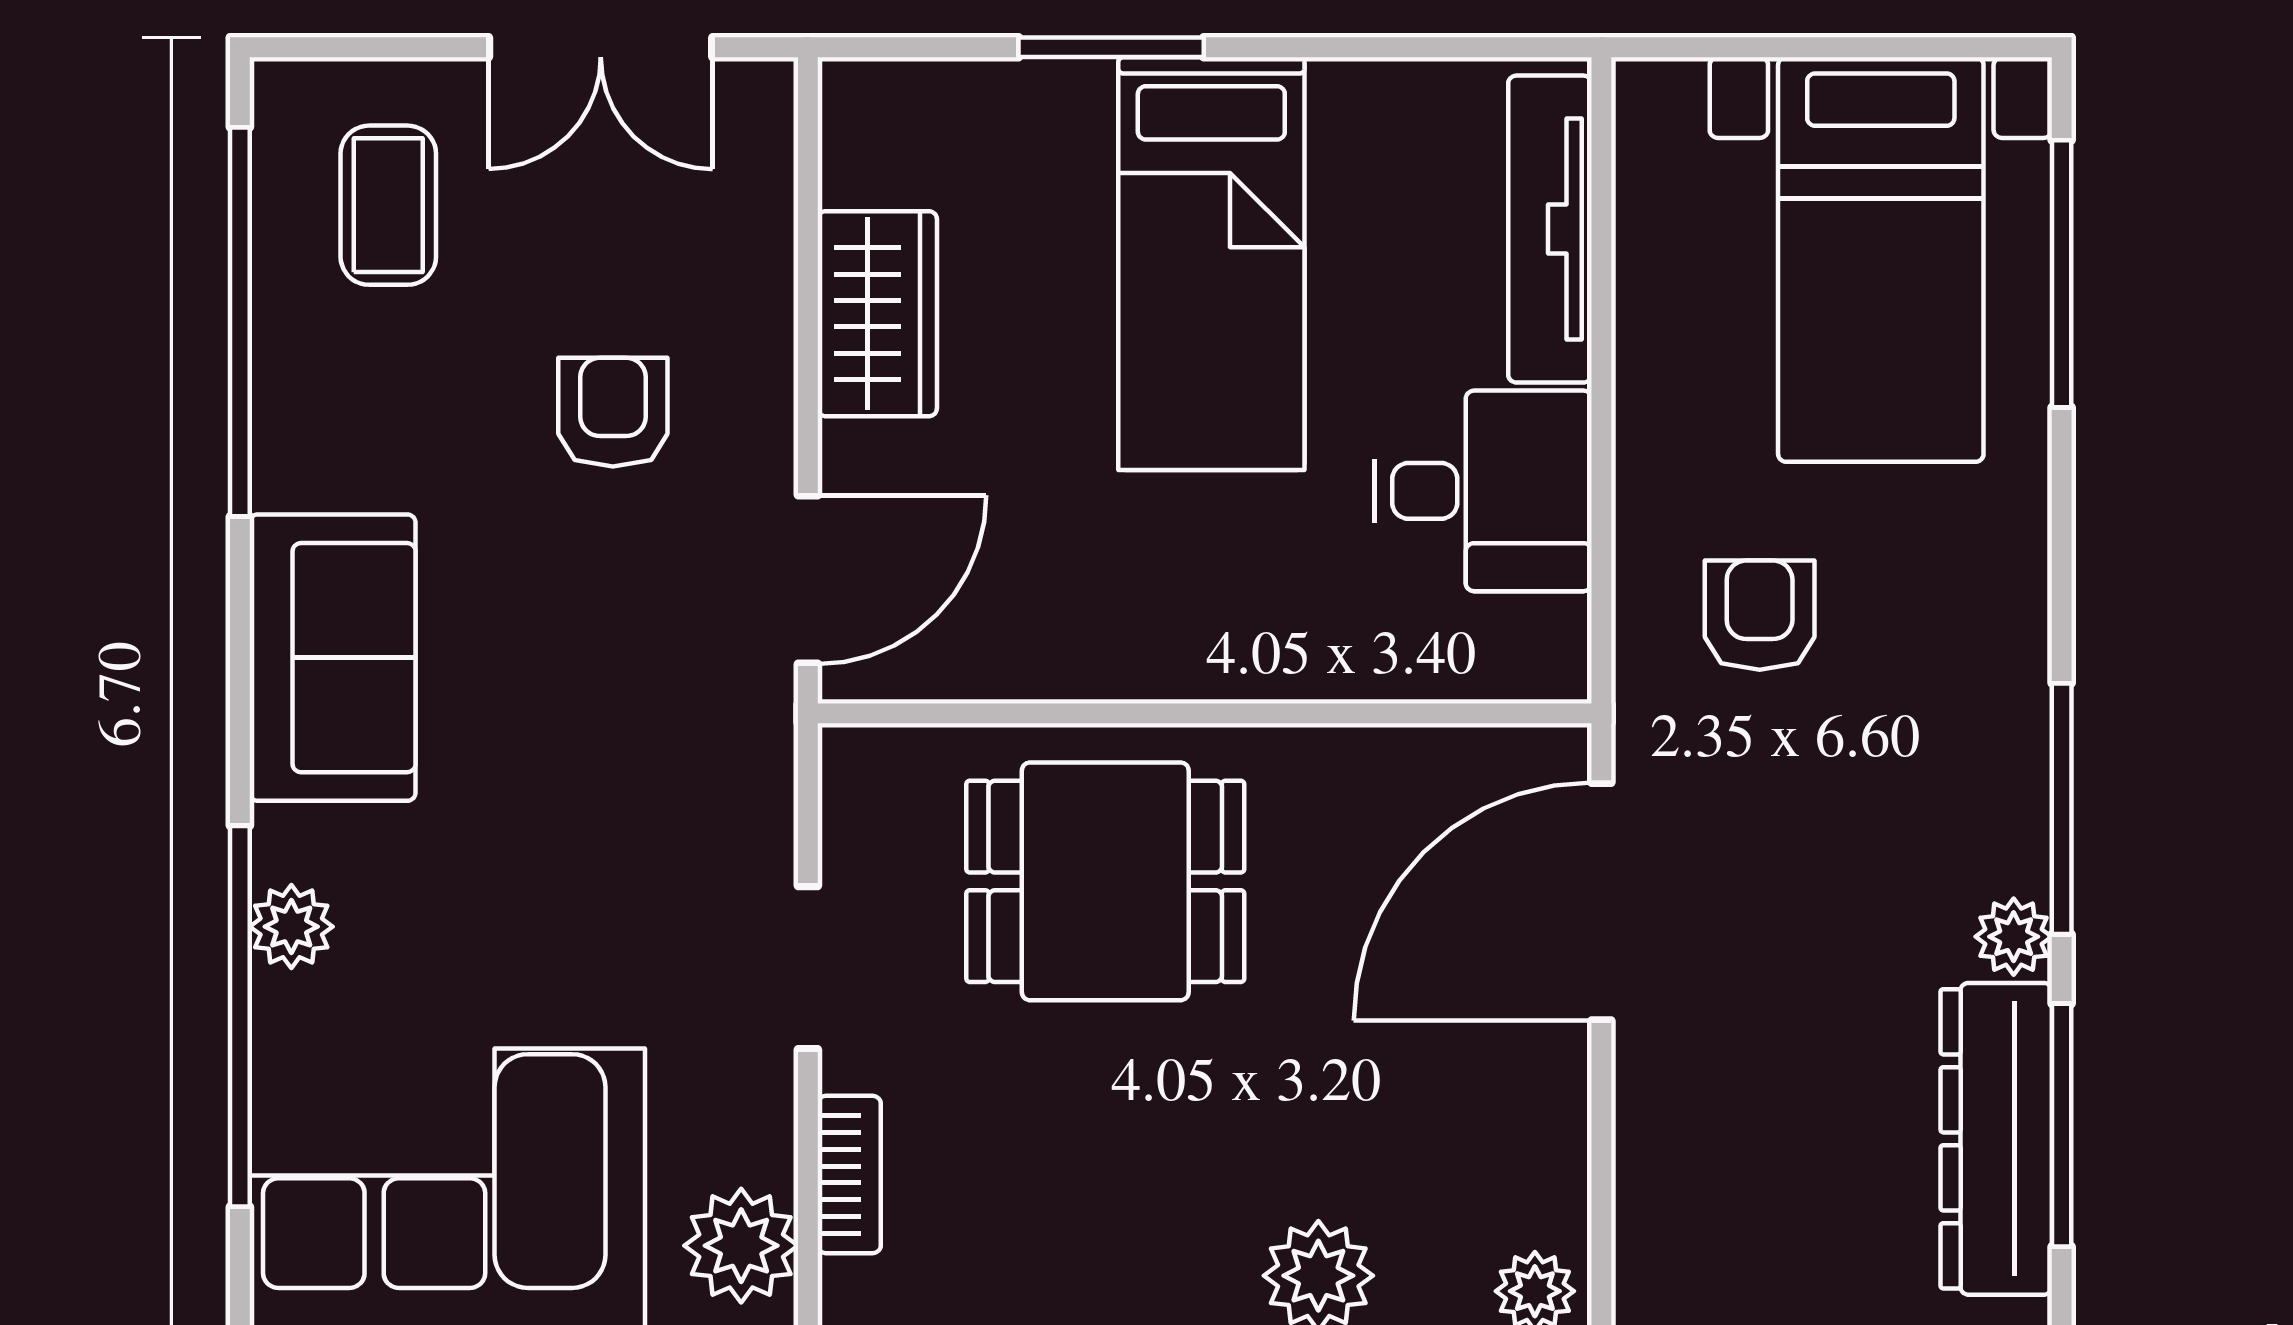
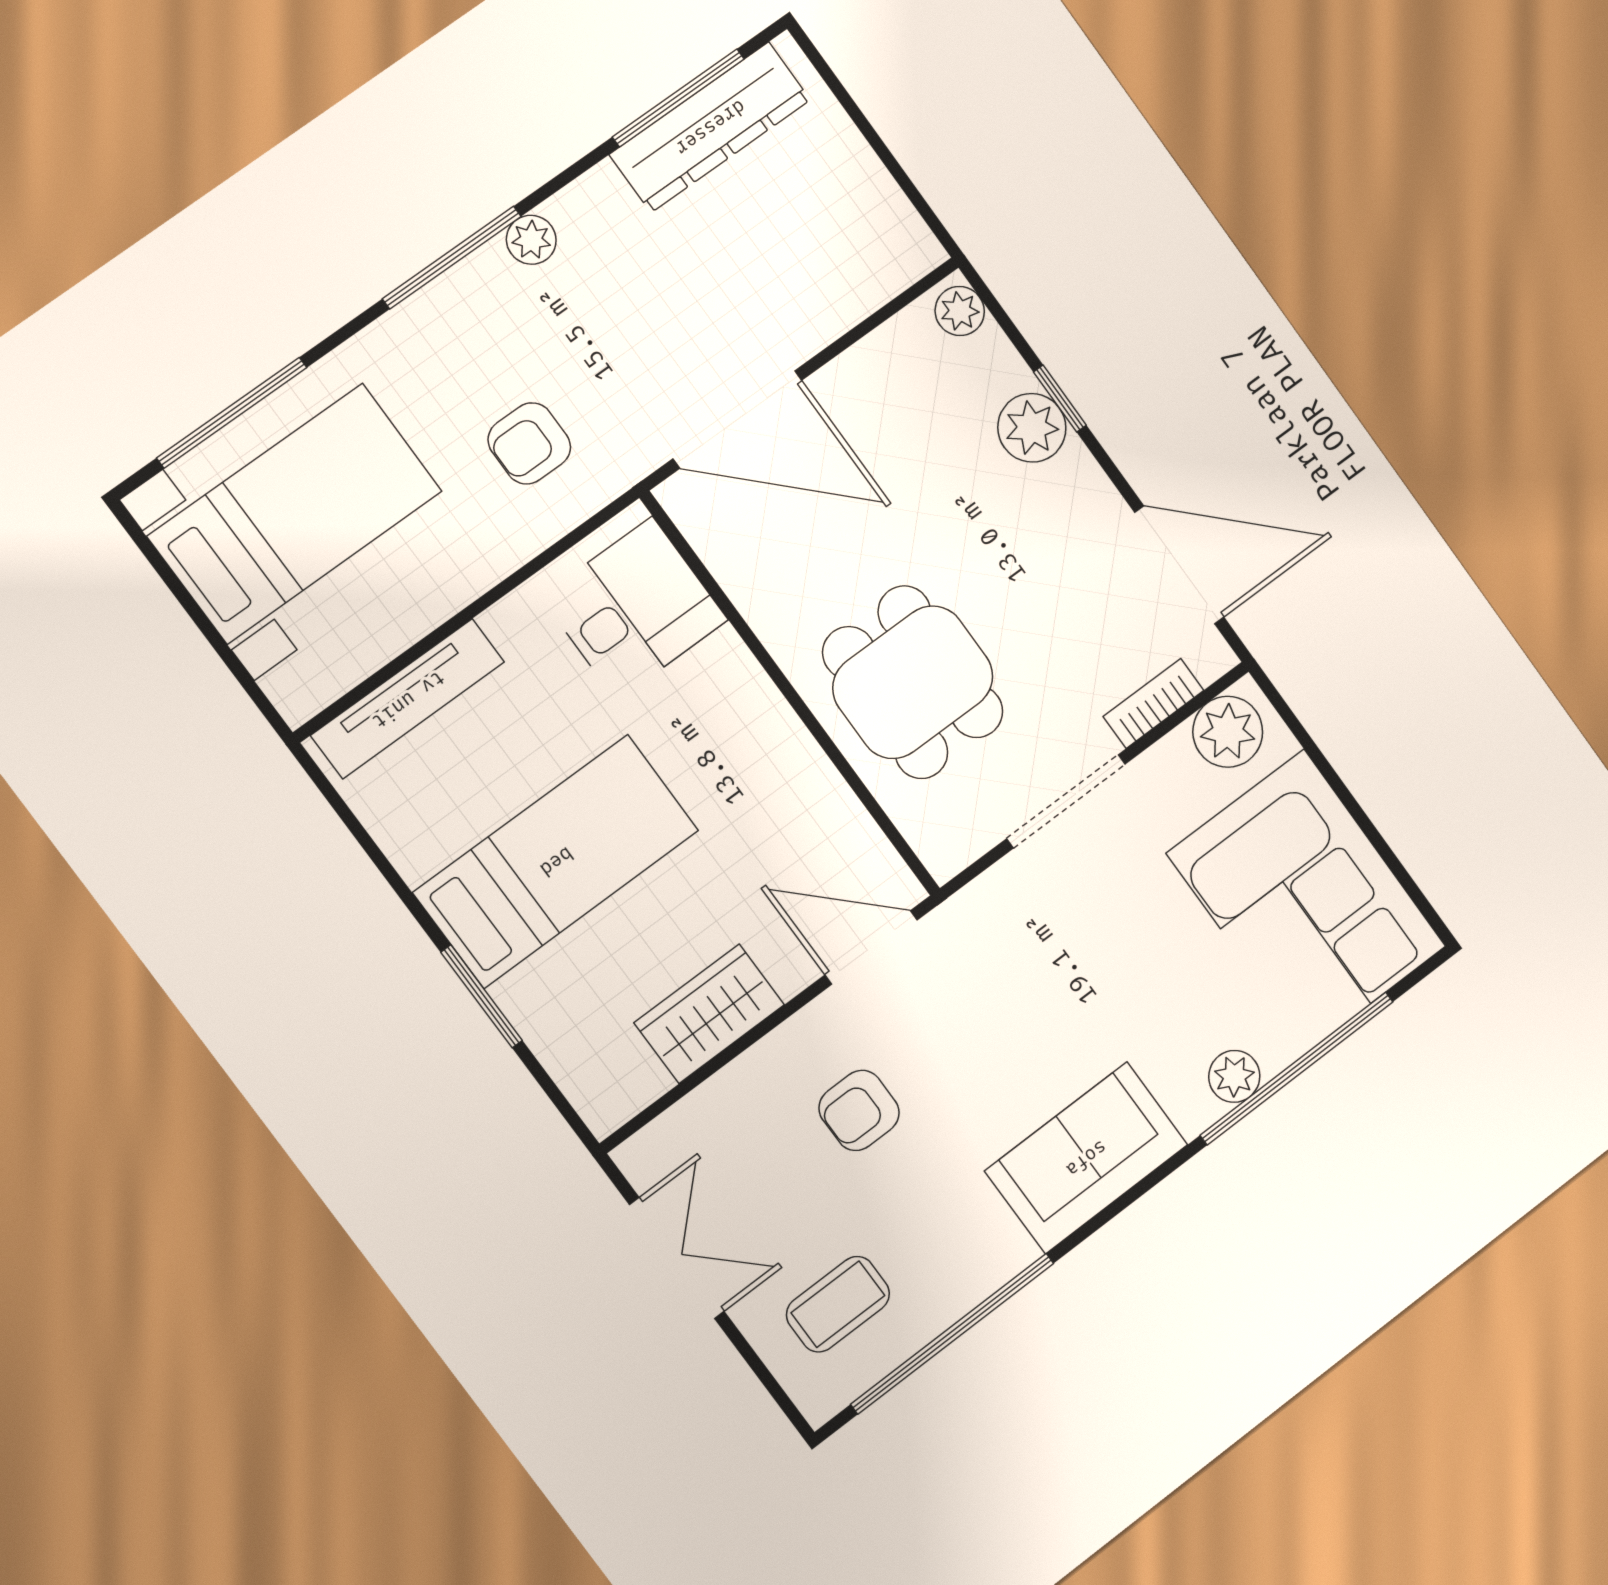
desk: (1483, 491) -> (635, 608), moved, turned 90
window: (2062, 809) -> (452, 258), moved
plant: (2014, 937) -> (531, 240), moved
doorway: (808, 968) -> (1066, 801), width x1.38

